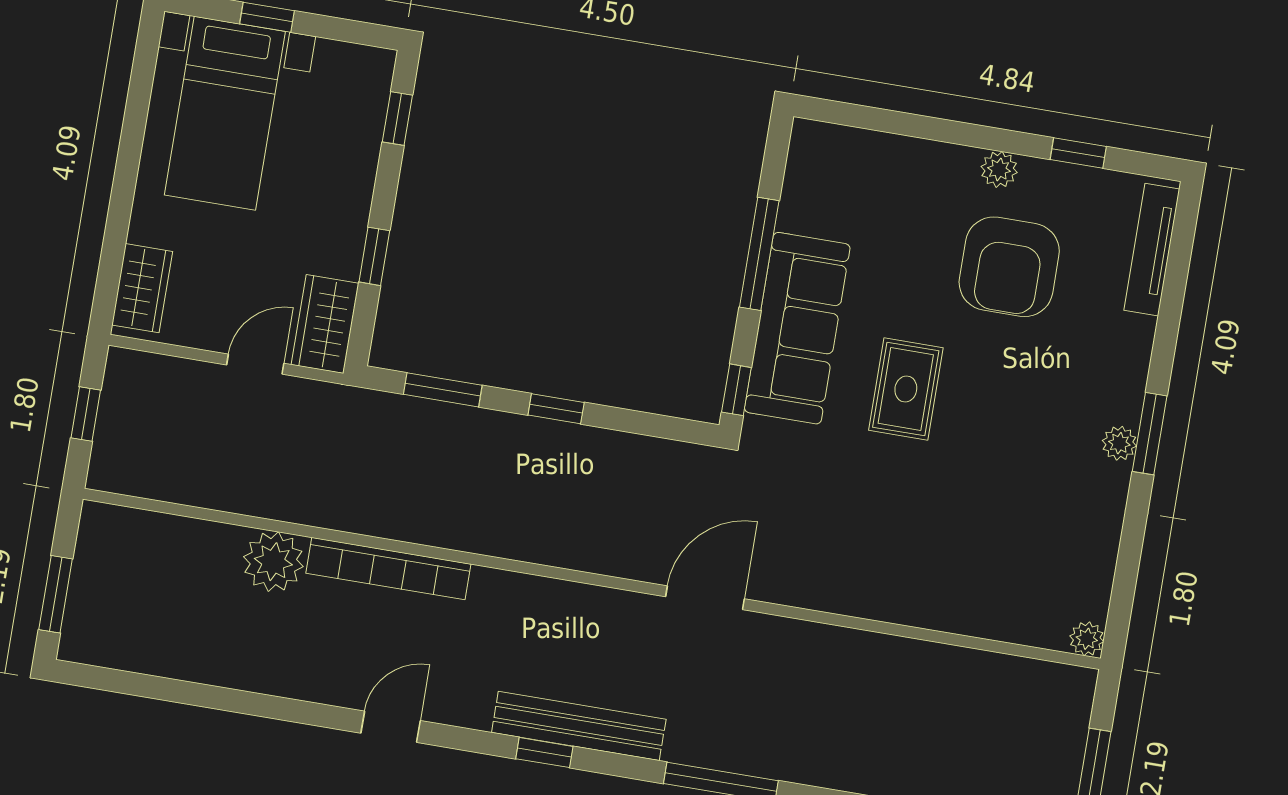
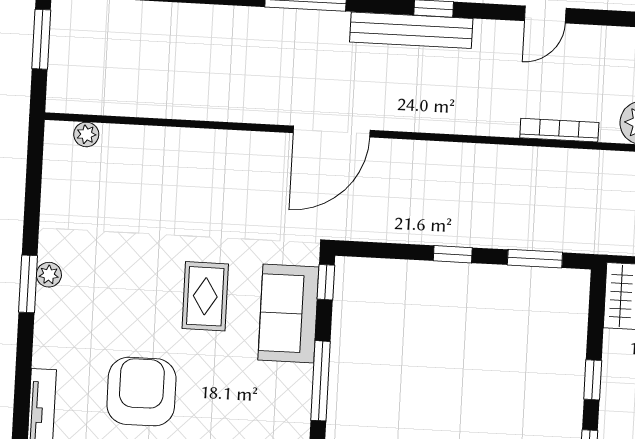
window: (374, 256) -> (593, 380), moved
sofa: (797, 328) -> (288, 314), width x0.73
bookcase: (388, 569) -> (559, 130), width x0.68, depth x0.76
door: (705, 598) -> (332, 132), width x1.36
plant: (1087, 639) -> (86, 134), moved

